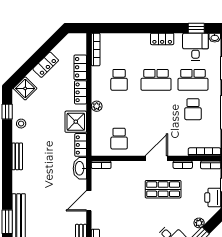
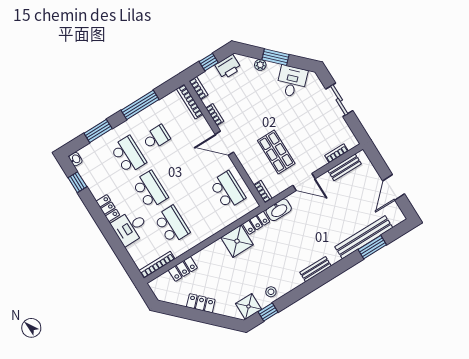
desk: (195, 47) -> (130, 227), moved
school desk: (119, 80) -> (172, 225), width x1.85
shower: (25, 88) -> (249, 306), moved, turned 45
locker: (81, 92) -> (206, 254), removed
plant: (97, 106) -> (210, 230), removed
school desk: (119, 139) -> (228, 190), width x1.85
bench: (17, 156) -> (316, 269), moved
shop shelf: (163, 189) -> (276, 152), moved

